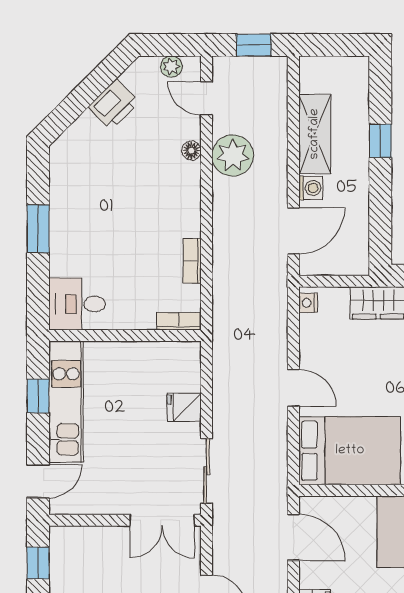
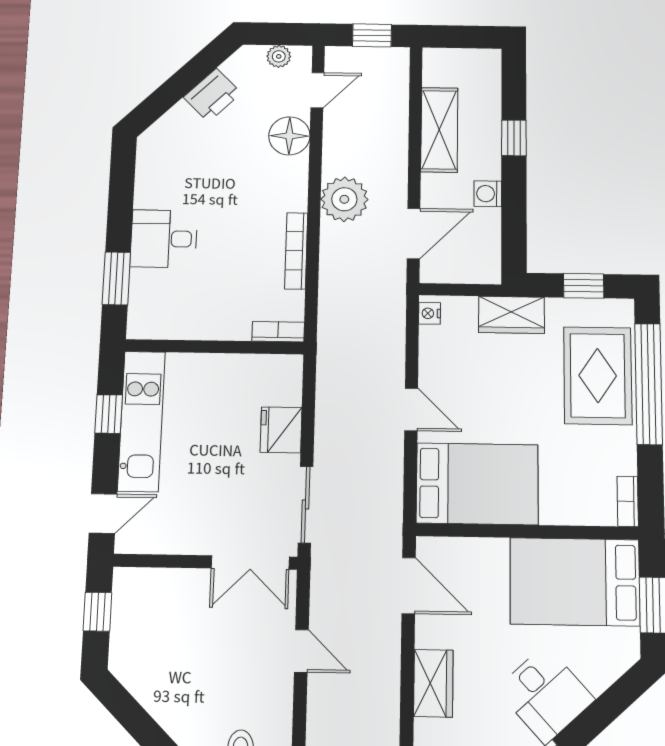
door: (206, 98) -> (317, 90), swing flipped
floor lamp: (191, 151) -> (289, 136), width x1.89, depth x1.89
plant: (233, 156) -> (344, 199), moved
washing machine: (311, 188) -> (488, 194), moved, turned 180
window: (38, 229) -> (116, 278), moved
bookcase: (192, 261) -> (296, 251), width x1.56
desk: (77, 304) -> (164, 239), moved
fridge: (184, 407) -> (281, 430), width x1.38

